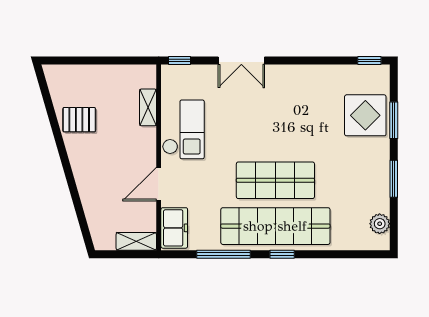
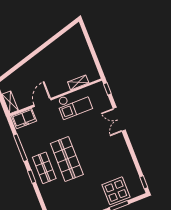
pallet: (79, 120) -> (59, 51), removed
door: (159, 184) -> (43, 102), hinge flipped
shop shelf: (275, 226) -> (44, 168), width x0.50, depth x0.74

